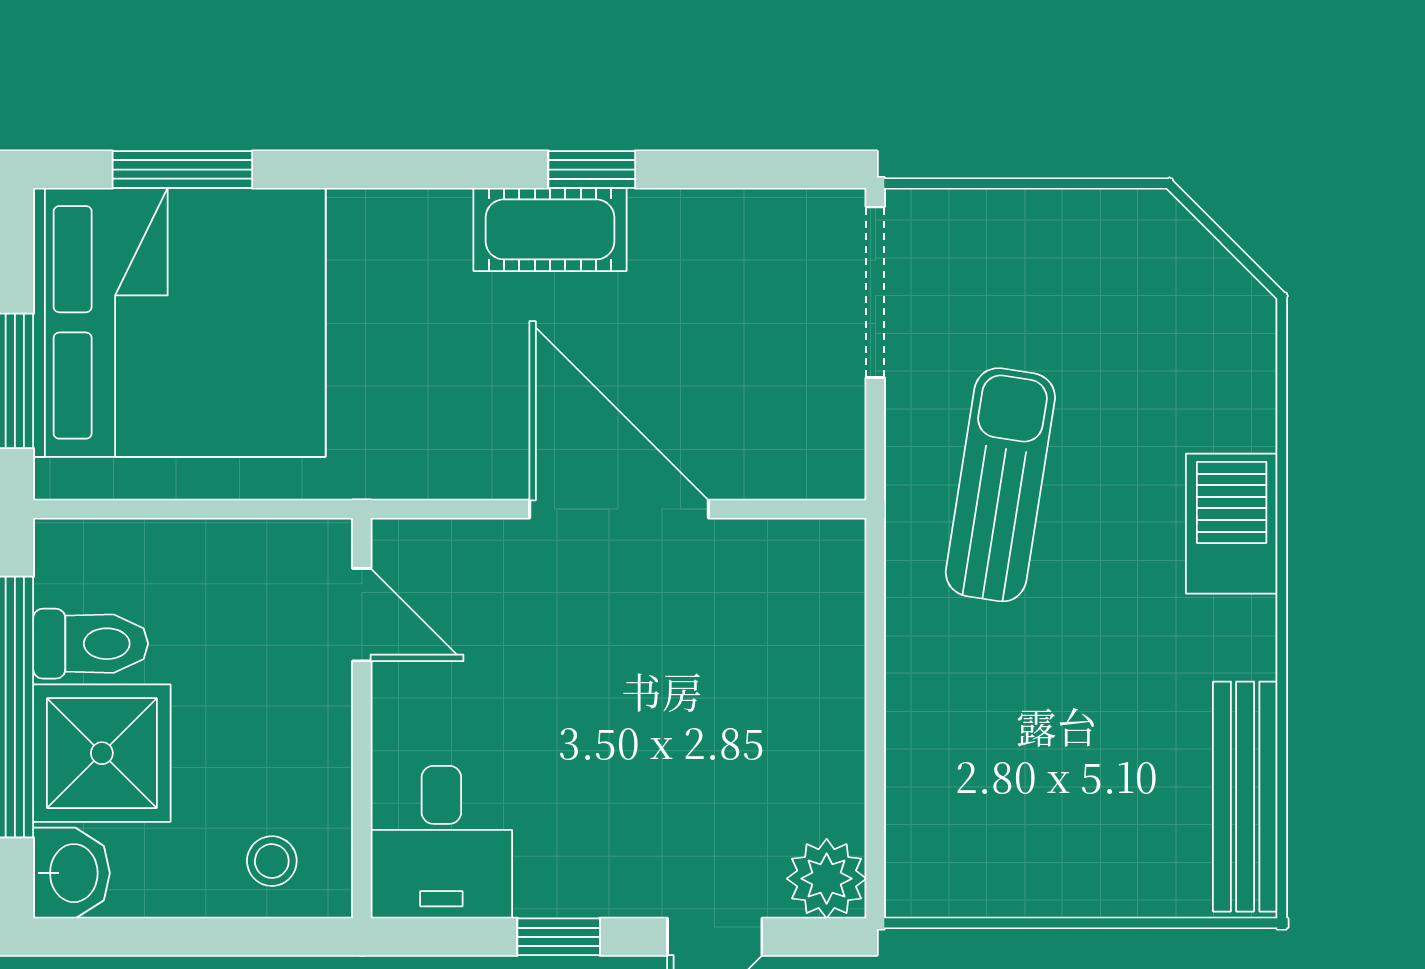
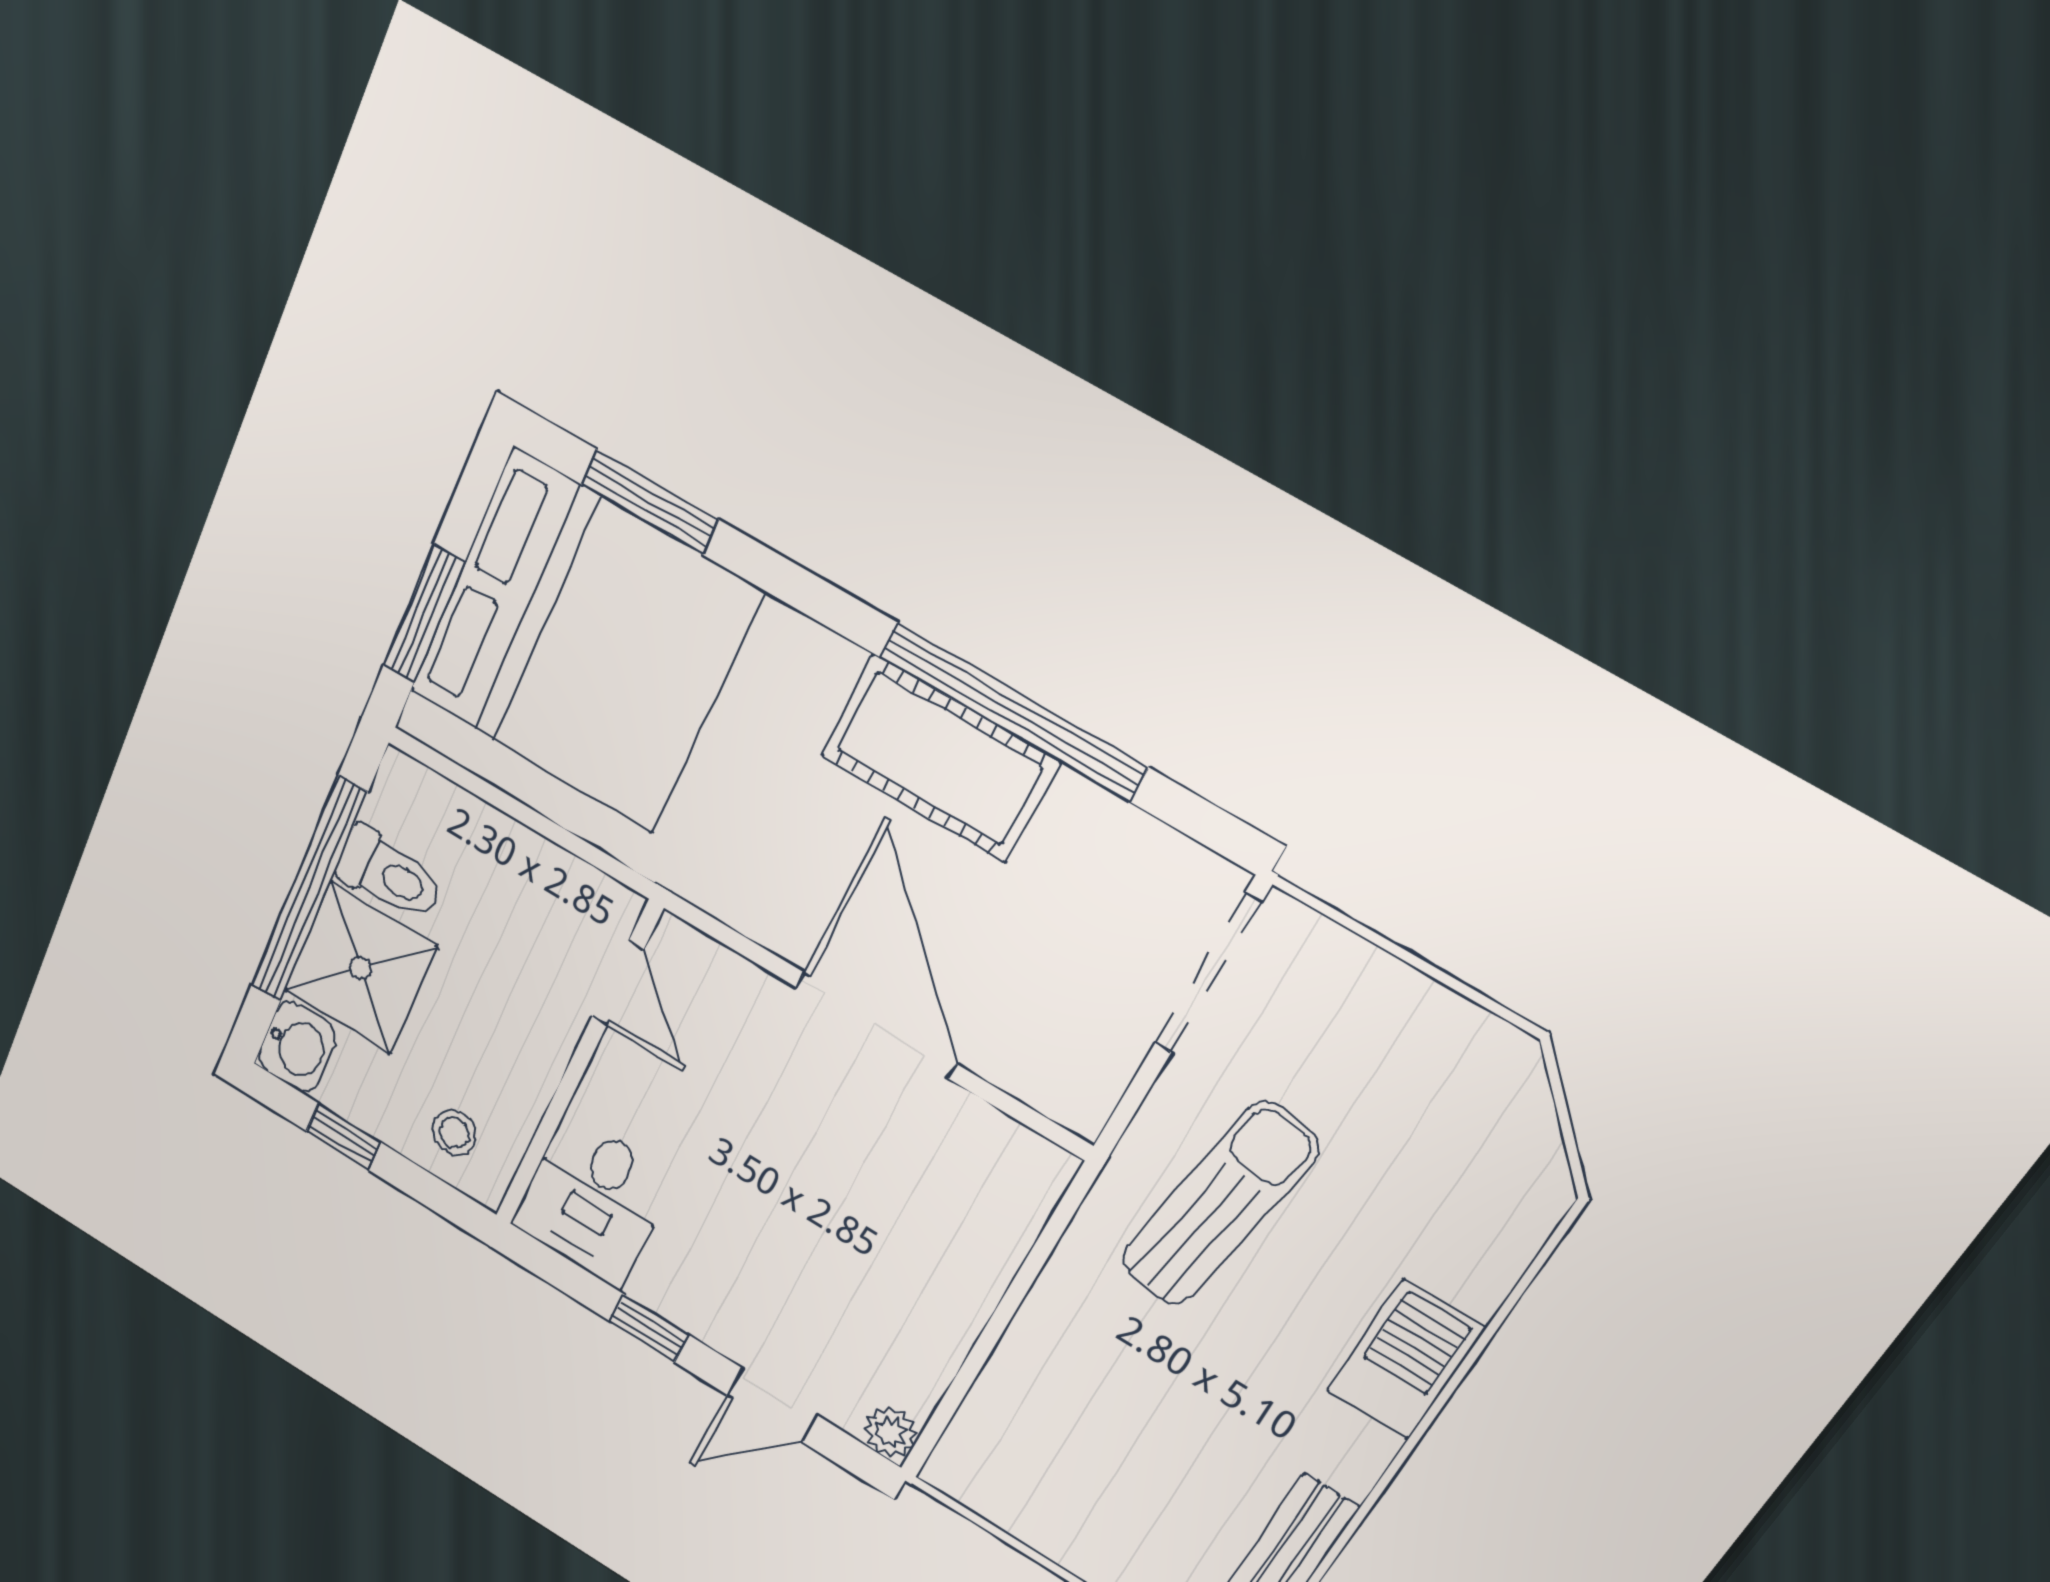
window: (592, 170) -> (1013, 712), width x3.17
cot: (550, 229) -> (939, 759), width x1.37, depth x1.34
plant: (827, 879) -> (890, 1432), width x0.73, depth x0.73
window: (160, 937) -> (343, 1137), added

